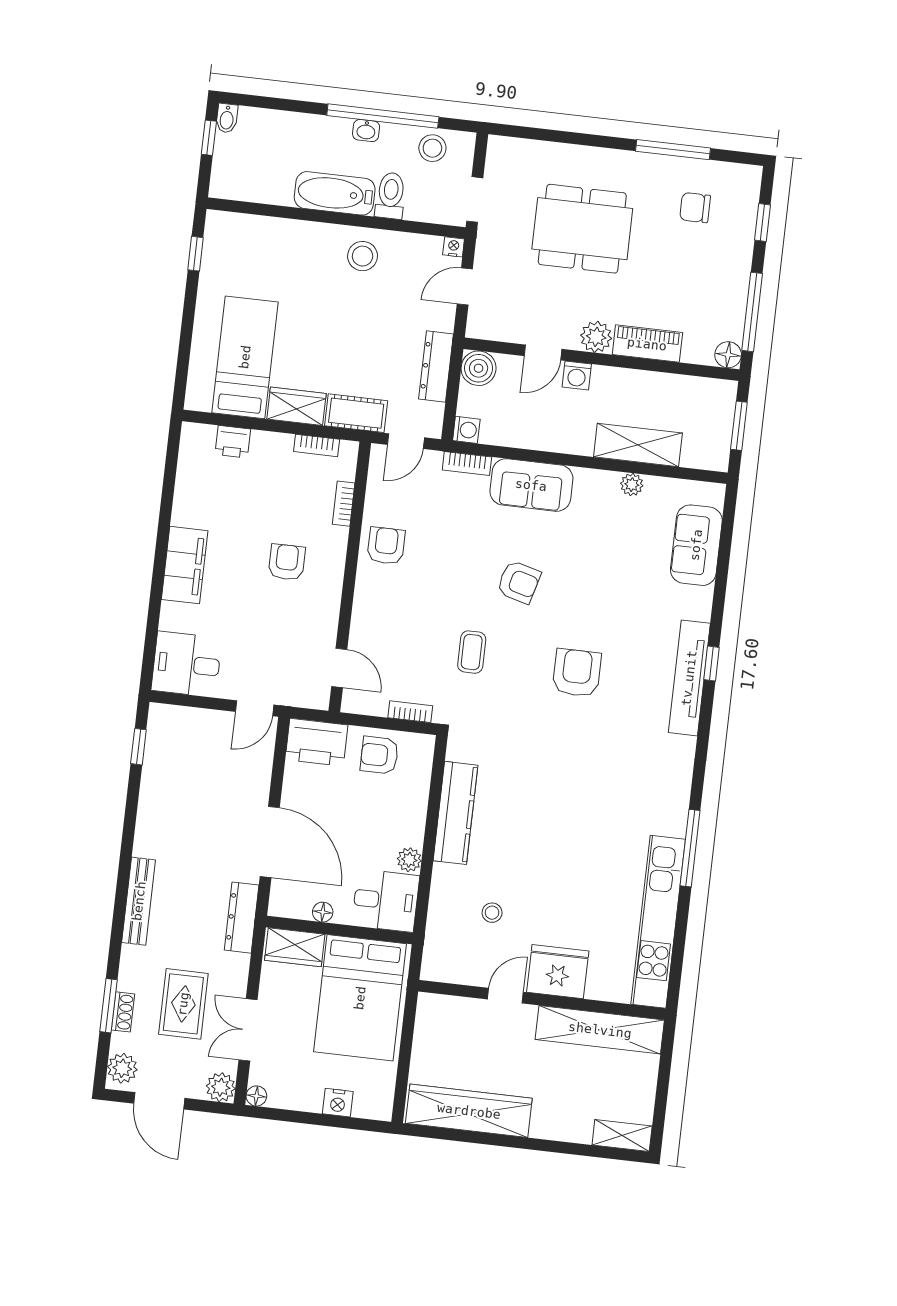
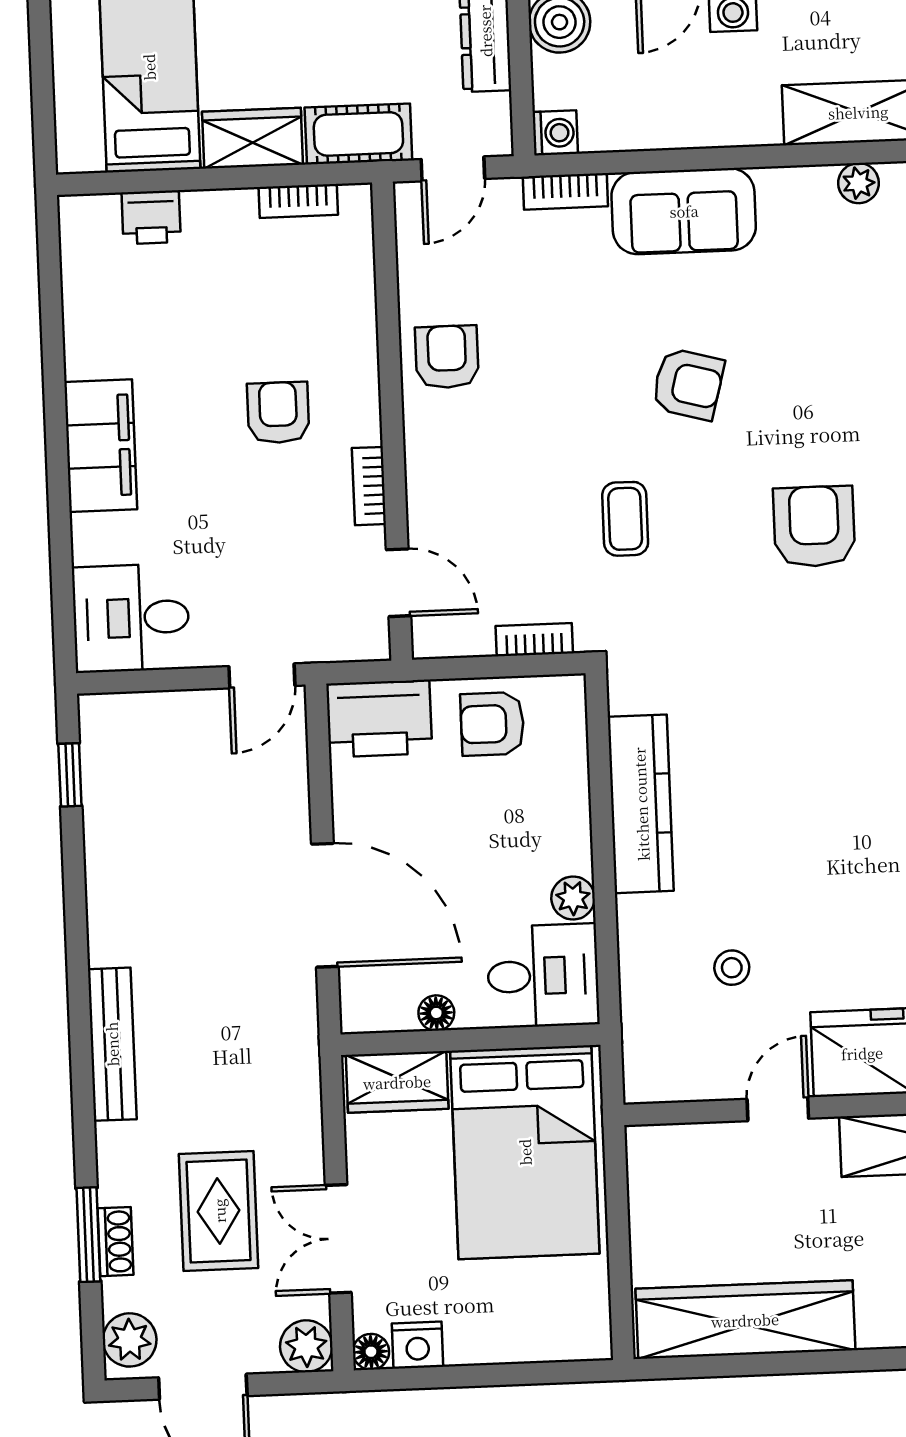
bookcase: (344, 504) -> (369, 486), moved
dresser: (242, 918) -> (296, 1045), removed
nightstand: (338, 1103) -> (418, 1345), moved

